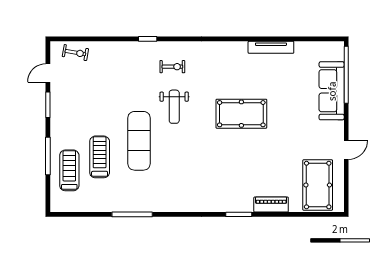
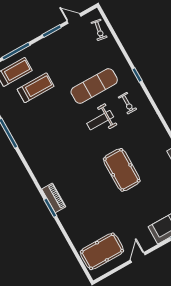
exercise mat: (139, 141) -> (94, 86), moved
door: (346, 150) -> (138, 257), swing flipped
piano: (271, 205) -> (54, 198), moved

